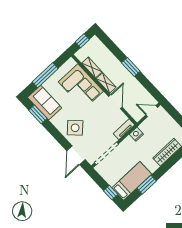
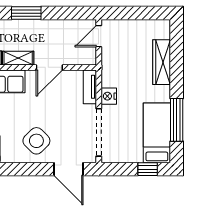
door: (115, 102) -> (49, 67), swing flipped
nightstand: (136, 134) -> (109, 96), moved
window: (147, 185) -> (177, 120), width x1.44

